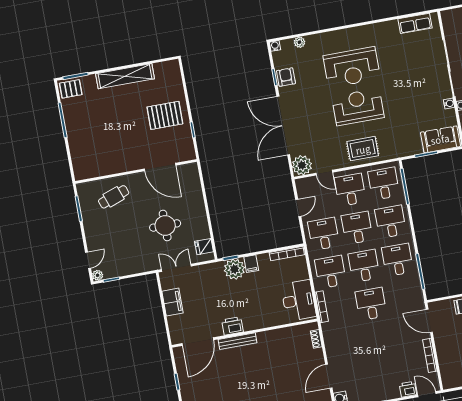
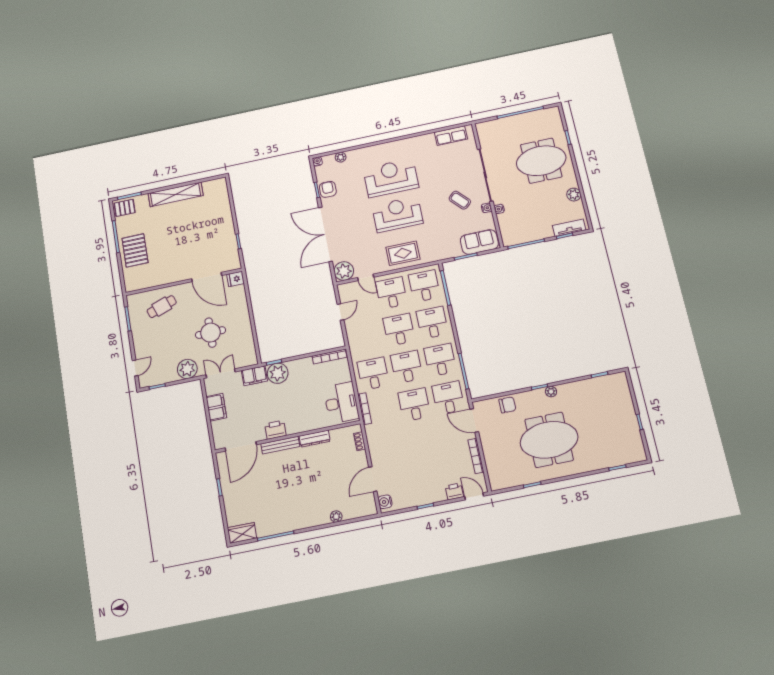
reception desk: (352, 67) -> (391, 178), turned 180
coffee table: (422, 94) -> (460, 200), added
pallet: (165, 115) -> (135, 250), moved, turned 90
desk: (324, 234) -> (448, 398), moved
fridge: (204, 247) -> (236, 279), moved
filing cabinet: (251, 264) -> (254, 376), moved, width x2.00
plant: (98, 275) -> (187, 369), moved, width x1.88, depth x1.88
dresser: (272, 335) -> (315, 439), added

